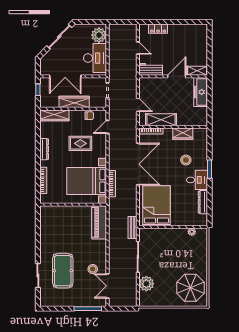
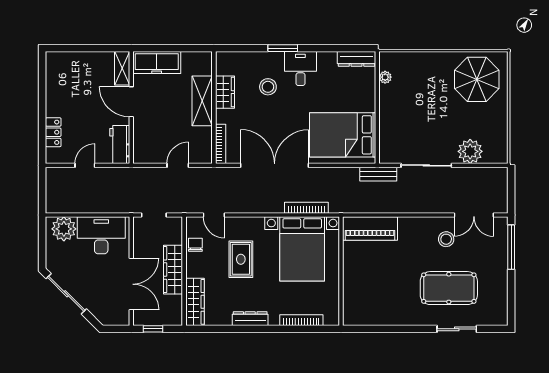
shelving: (161, 120) -> (202, 101), moved
dresser: (203, 202) -> (357, 59), moved

